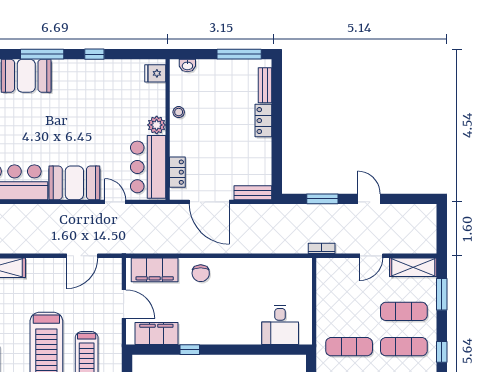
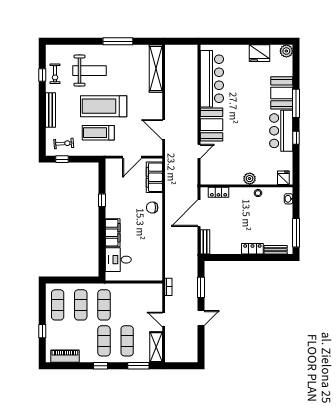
bar counter: (148, 167) -> (281, 131), moved, turned -90
filing cabinet: (156, 334) -> (113, 233), moved

